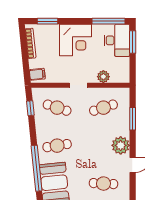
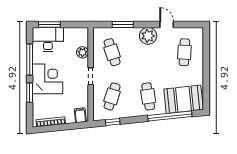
window: (48, 21) -> (30, 93), moved
window: (108, 21) -> (30, 60), moved

